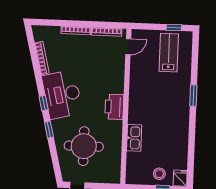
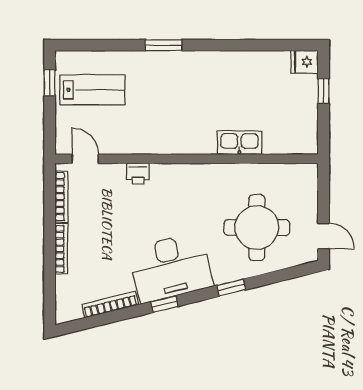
lab bench: (169, 53) -> (92, 90), turned 180
window: (44, 103) -> (164, 304), moved
printer: (114, 107) -> (138, 173), moved, width x0.53, depth x0.68
stool: (159, 174) -> (298, 97), removed

